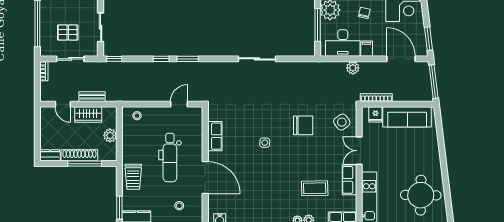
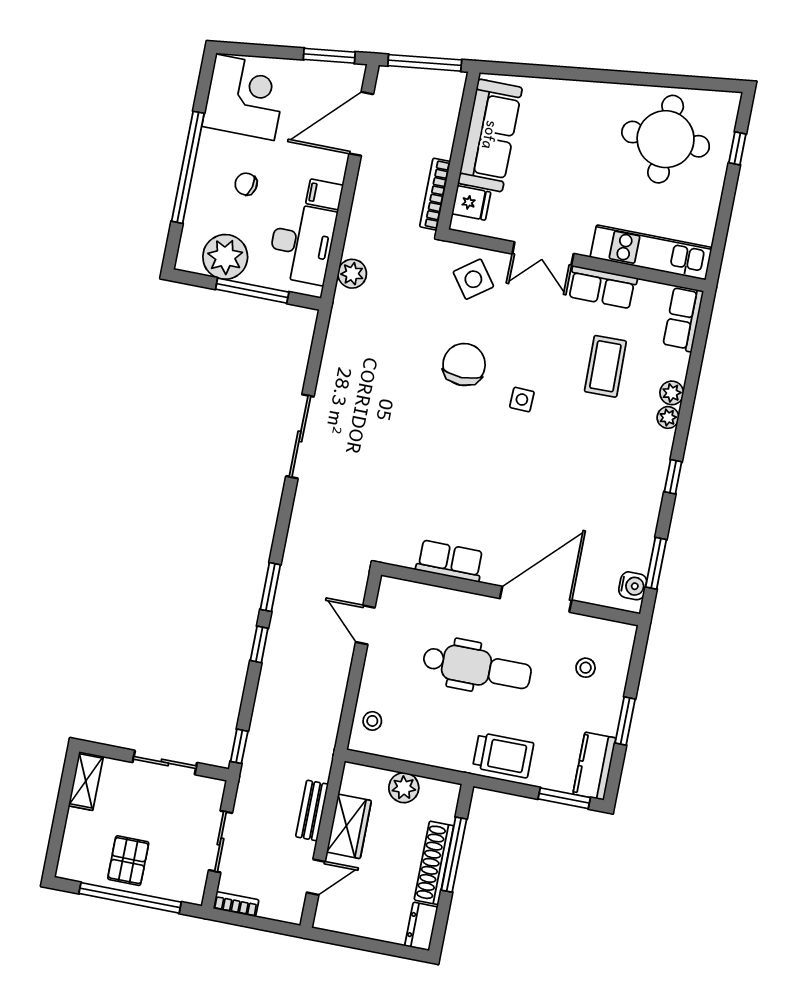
pallet: (68, 32) -> (128, 861), moved
plant: (353, 68) -> (352, 274), moved
side table: (265, 143) -> (522, 400), moved

